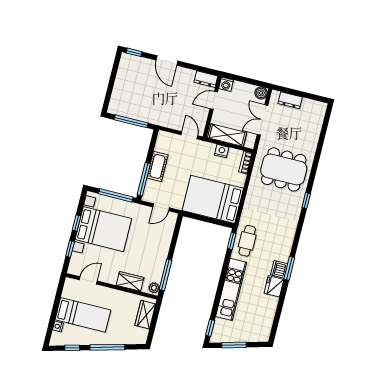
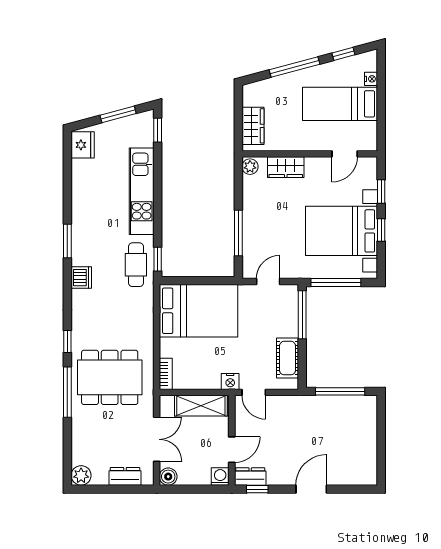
window: (134, 52) -> (257, 489), moved
door: (167, 60) -> (311, 489), hinge flipped
plant: (319, 108) -> (81, 475), added
nightstand: (222, 151) -> (230, 381), moved
cot: (157, 166) -> (287, 358), moved
window: (315, 167) -> (67, 392), added
dishwasher: (279, 269) -> (81, 278), moved
window: (166, 275) -> (238, 233), moved
fridge: (274, 286) -> (83, 145), moved

